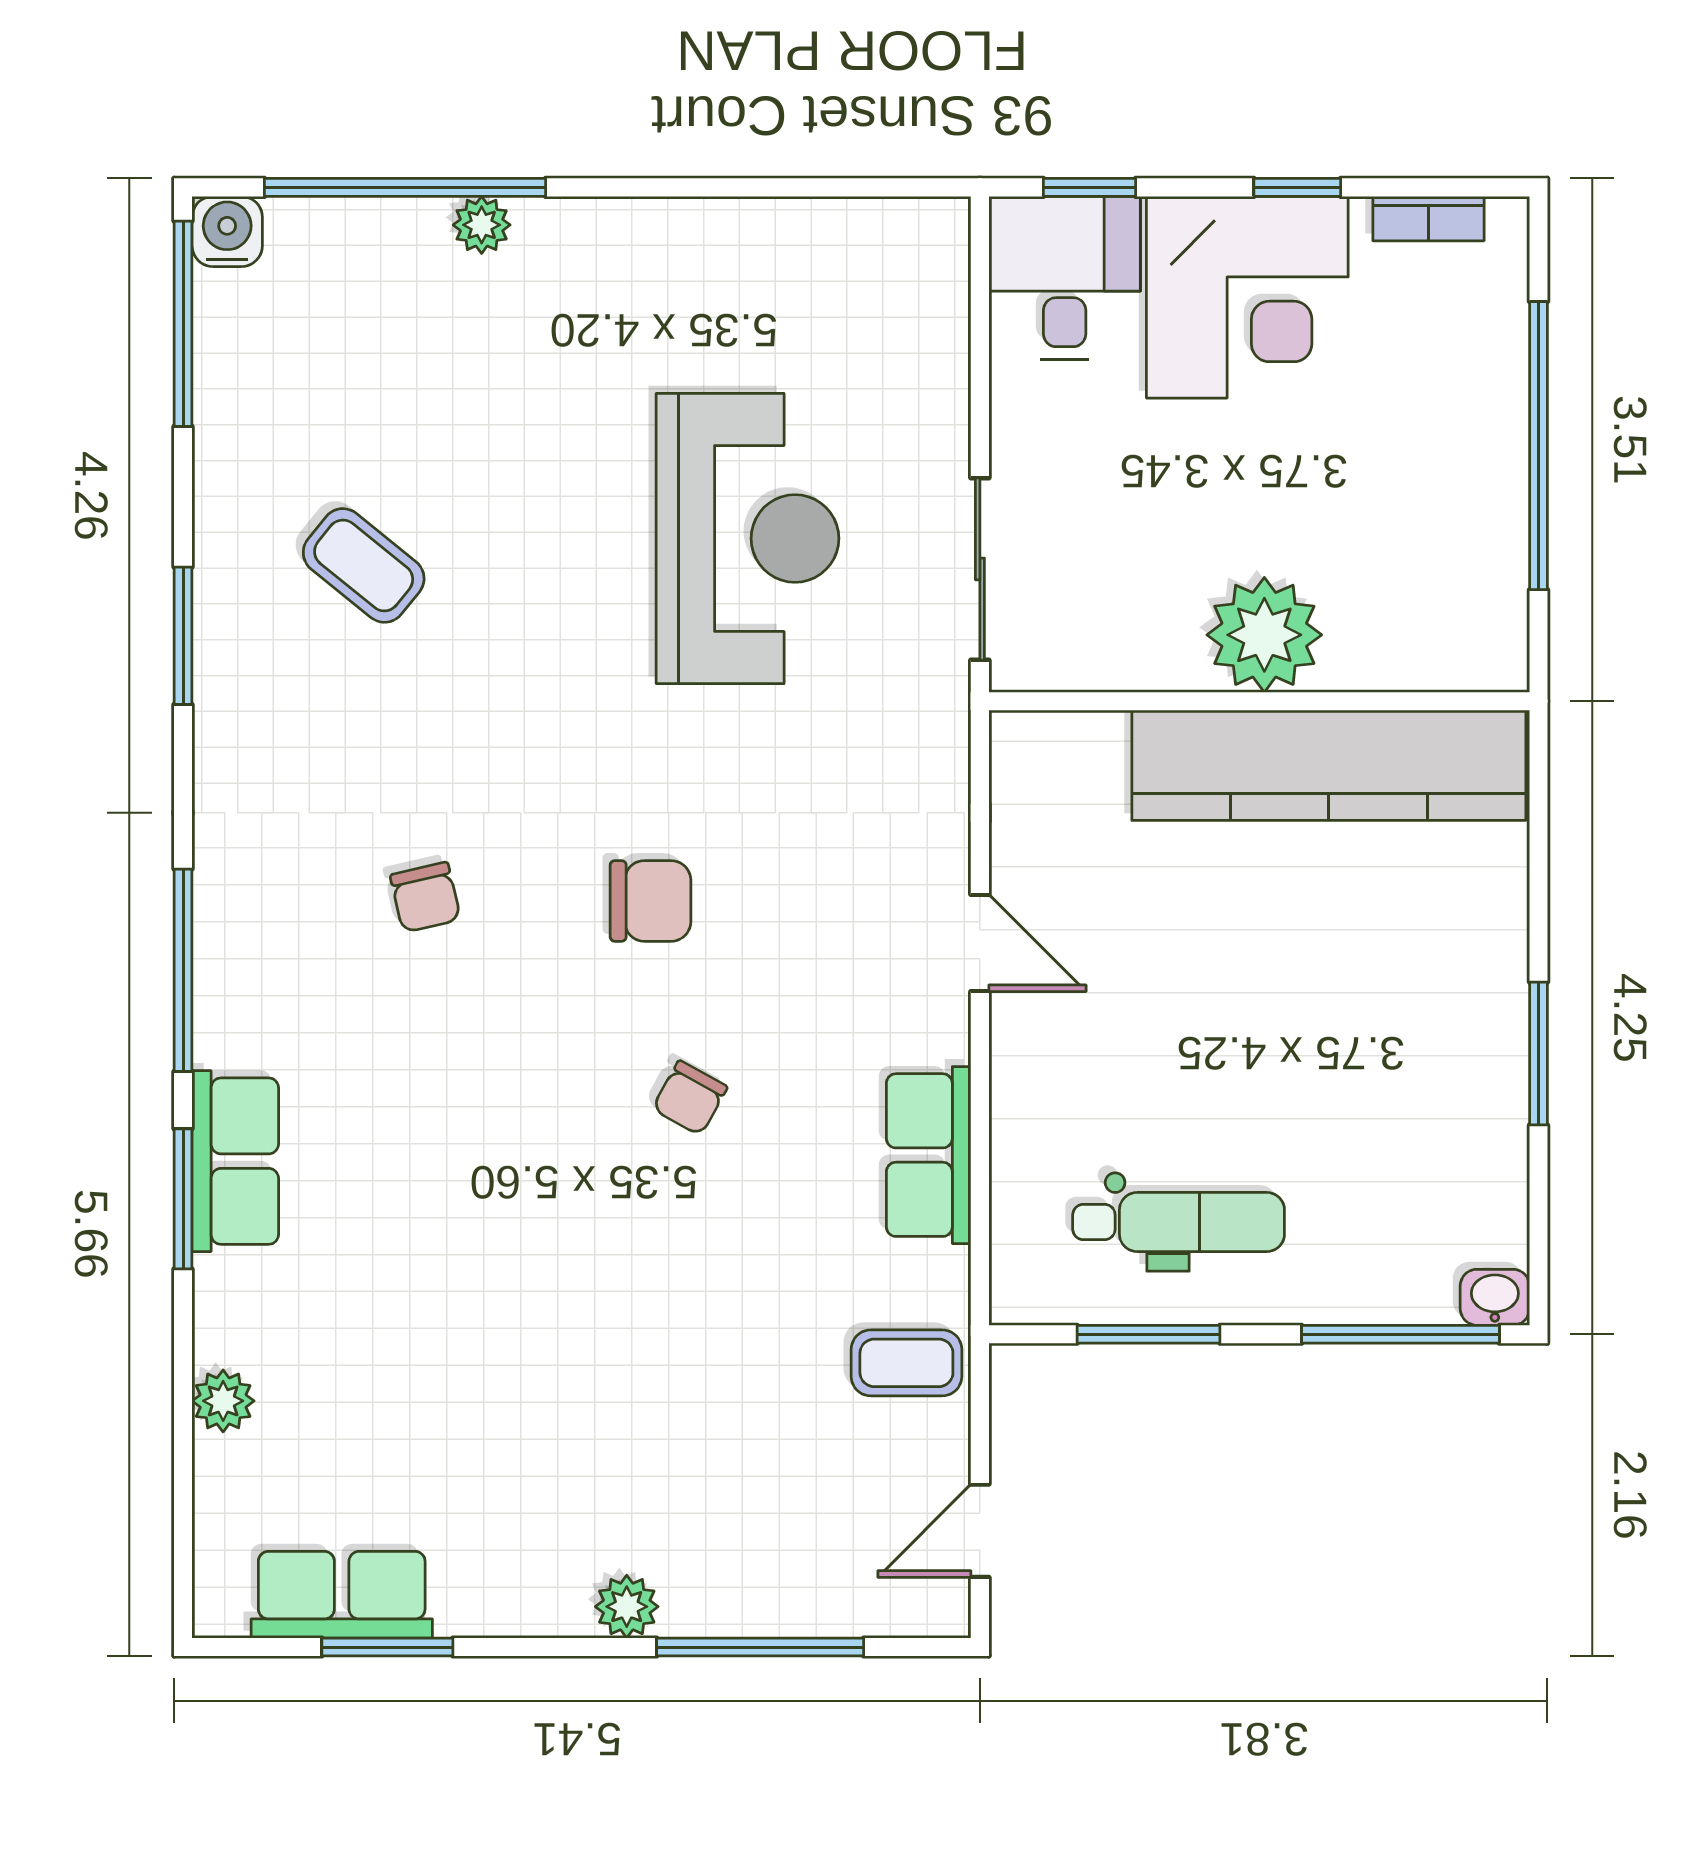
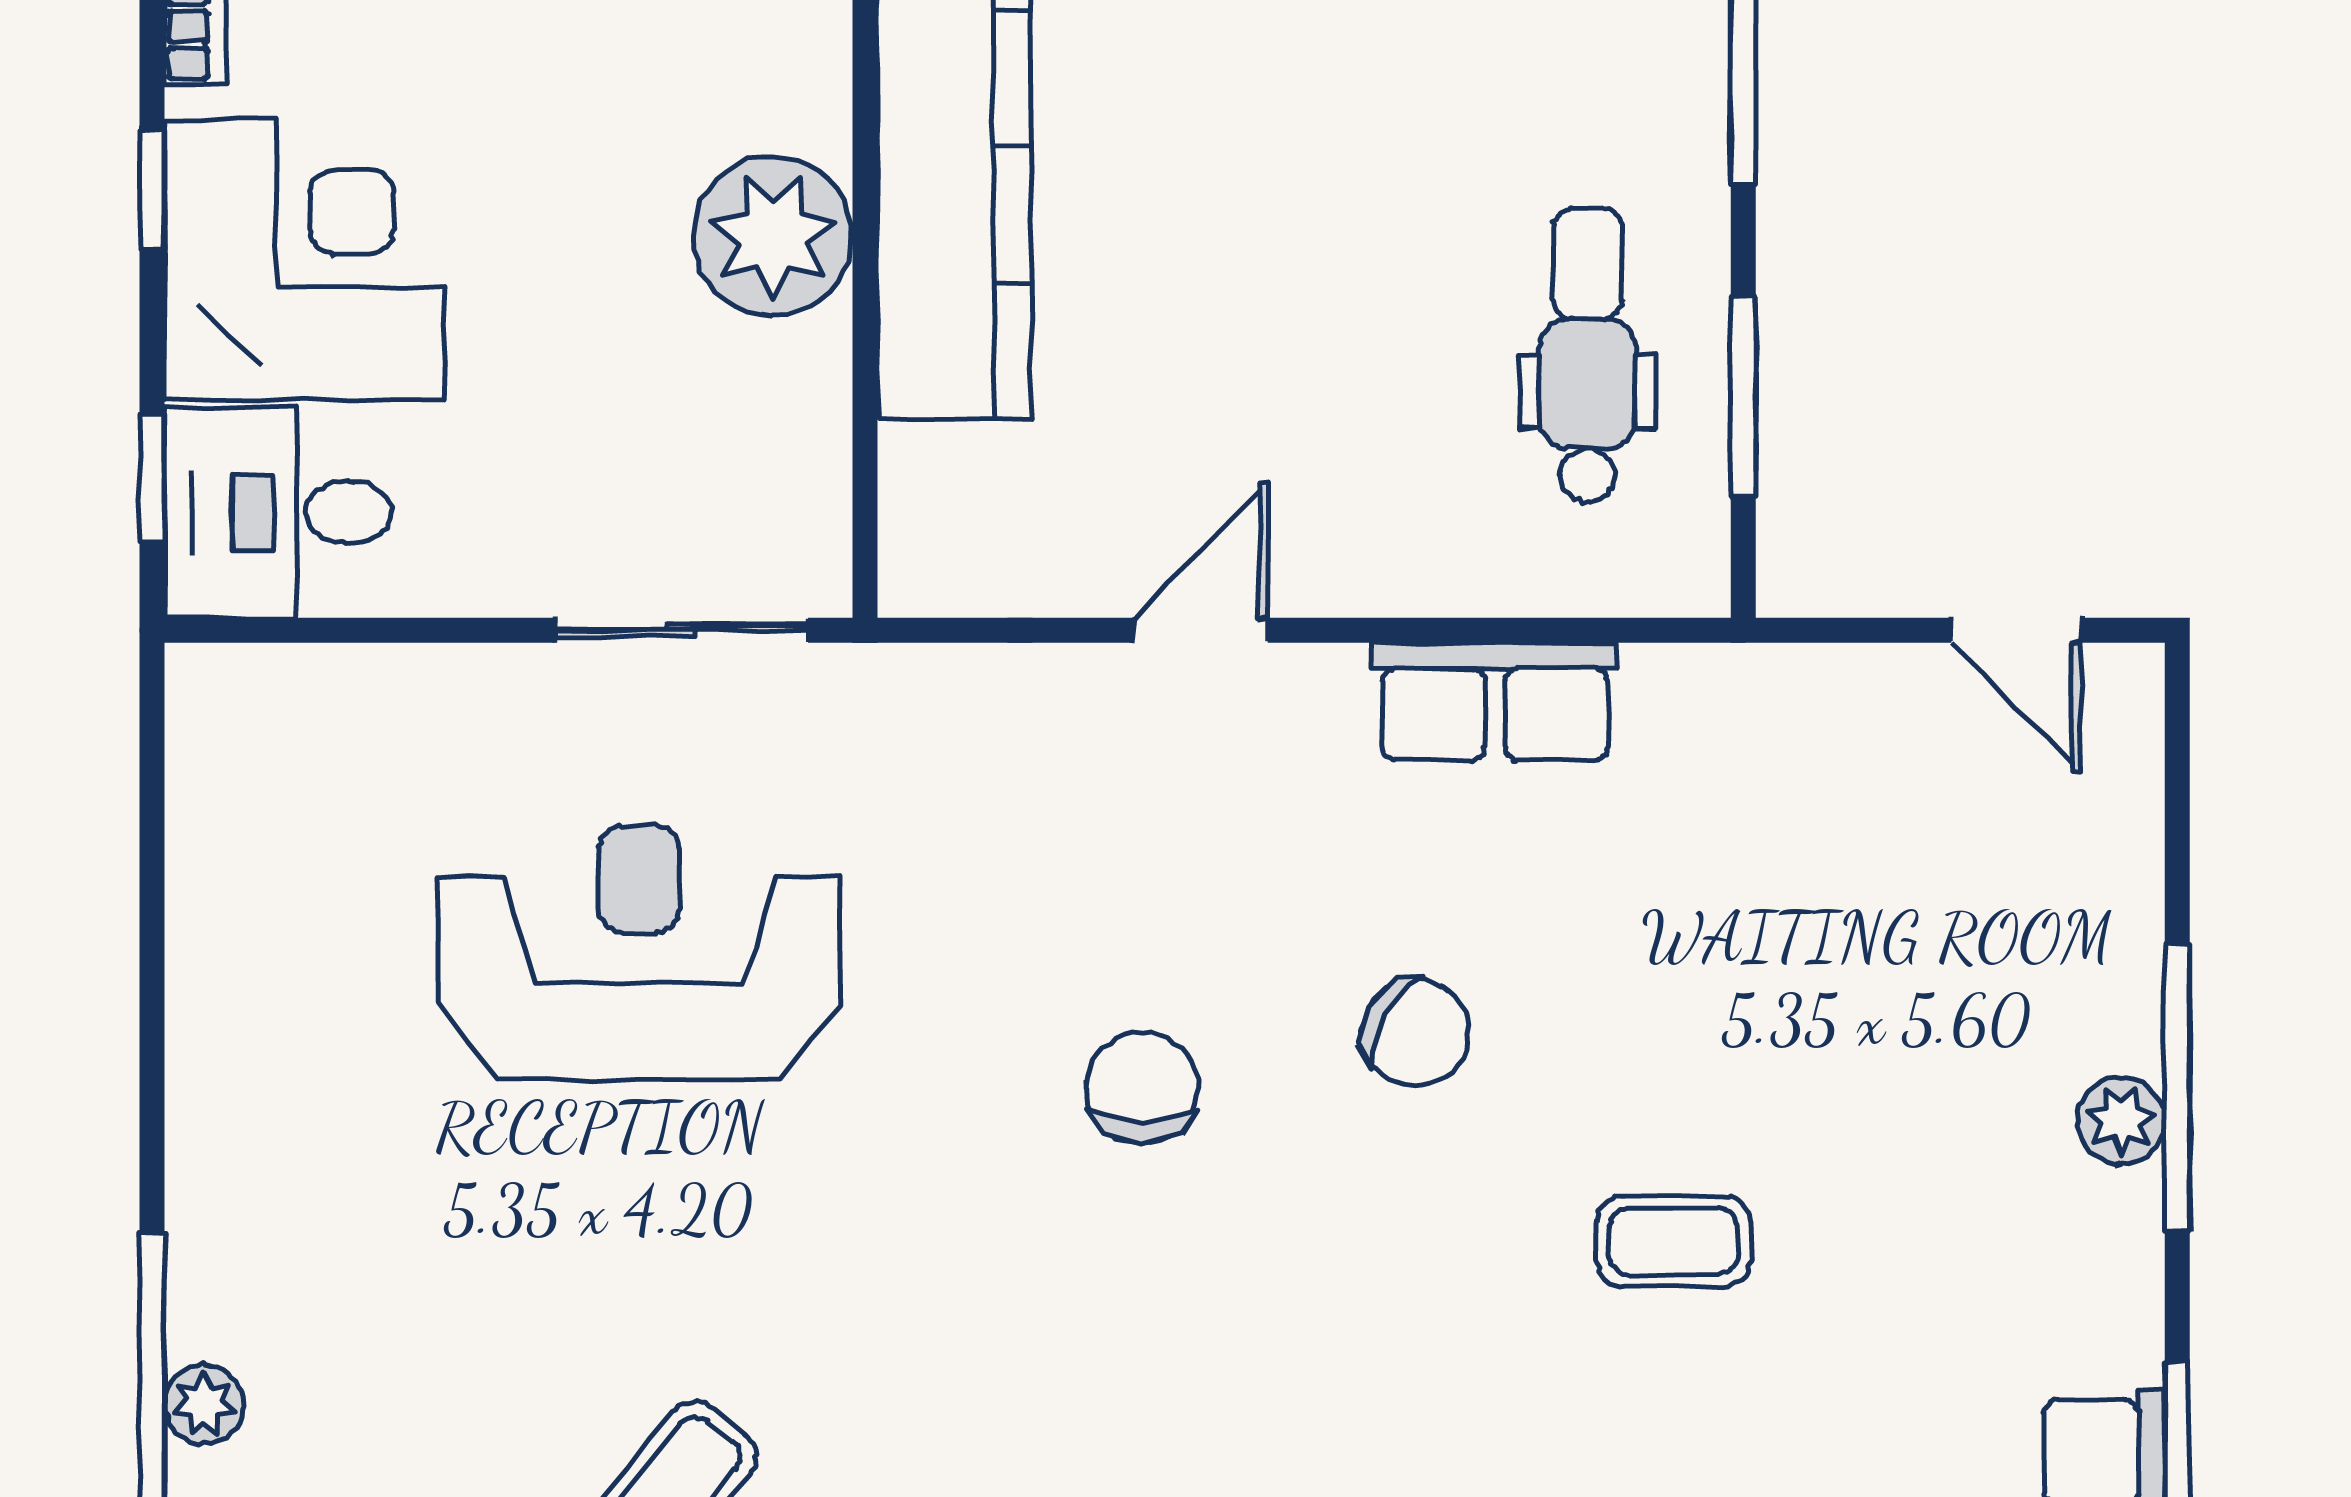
plant: (482, 225) -> (204, 1405), moved
chair: (425, 897) -> (1137, 1400), removed
chair: (690, 1098) -> (1415, 1033), width x1.37, depth x1.37
coffee table: (906, 1363) -> (1673, 1241), moved, turned 90
window: (760, 1647) -> (2177, 1087), moved

